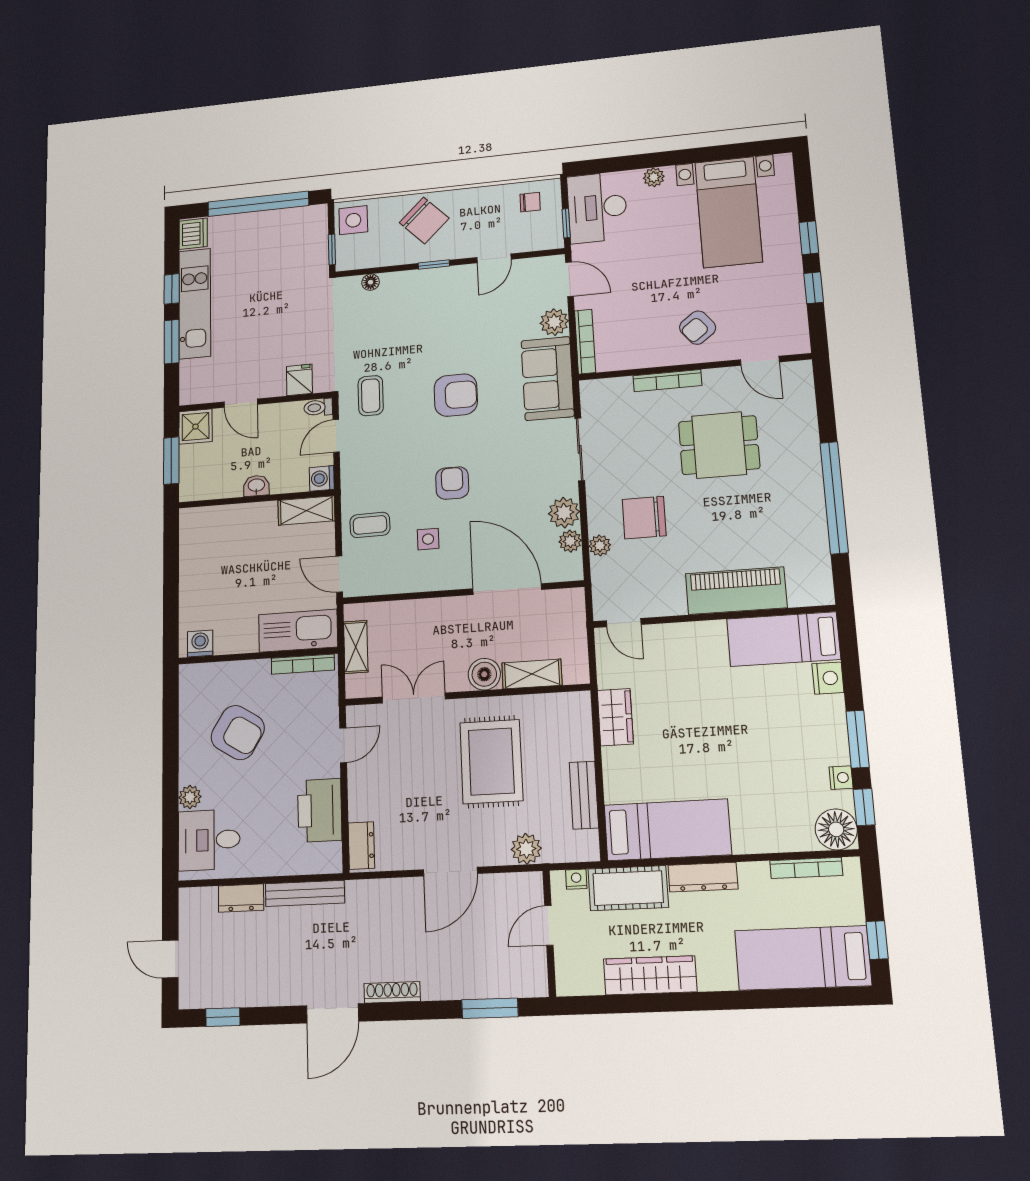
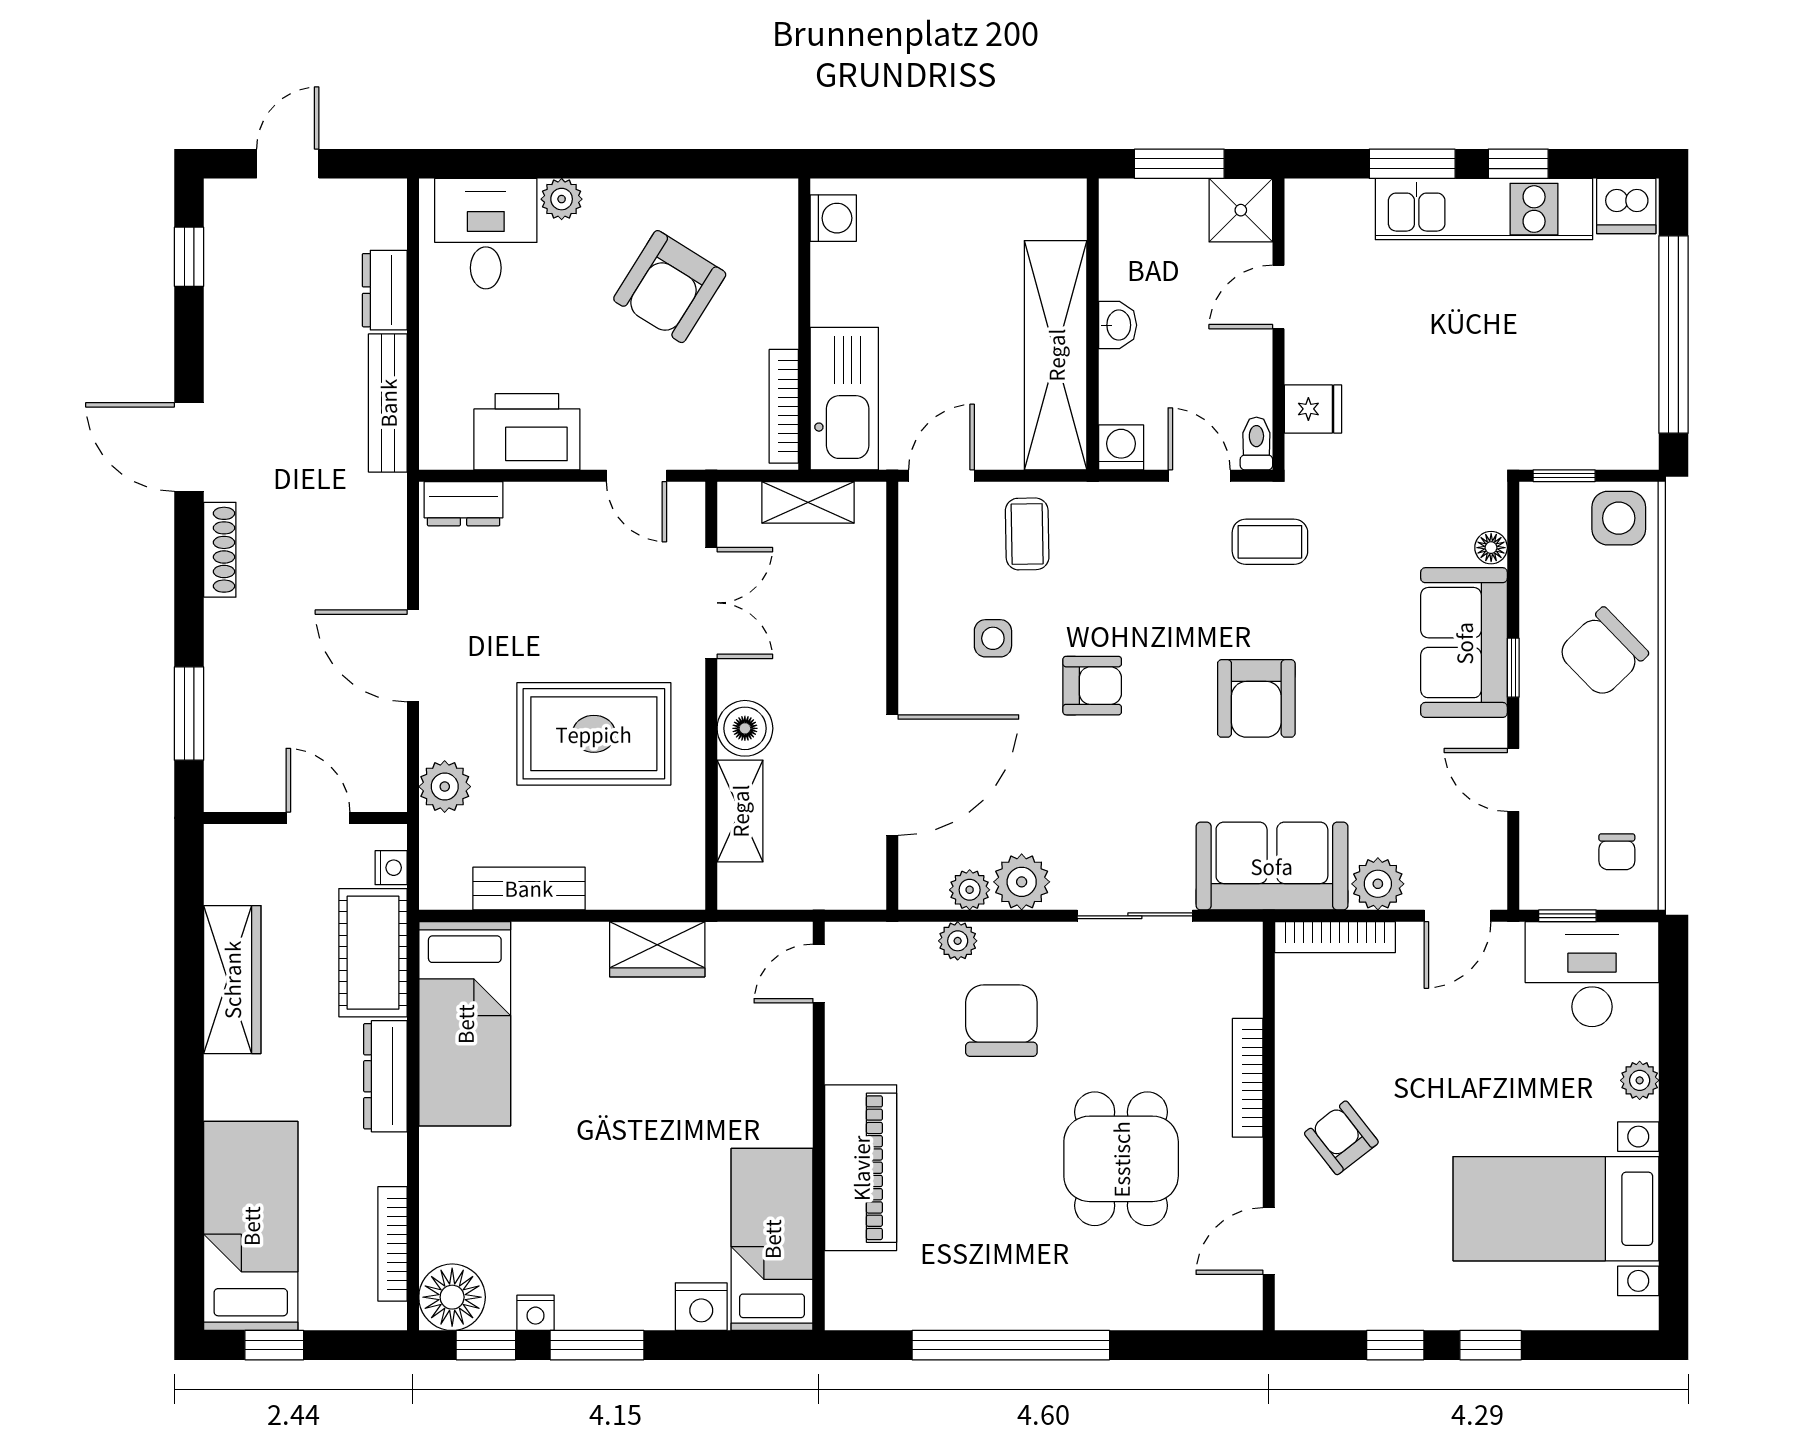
sofa: (421, 291) -> (1464, 643), added
shelving: (306, 510) -> (1056, 355), width x2.20, depth x1.33

